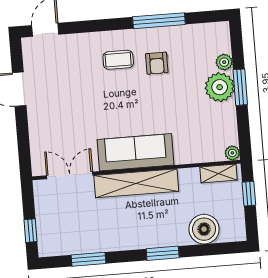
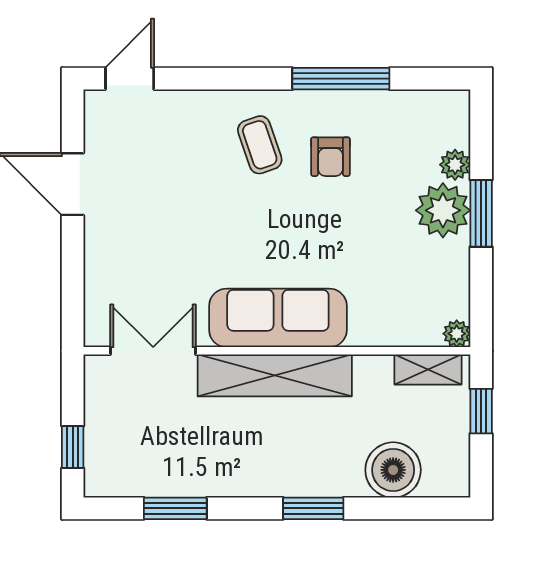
coffee table: (118, 60) -> (260, 145), turned 71

